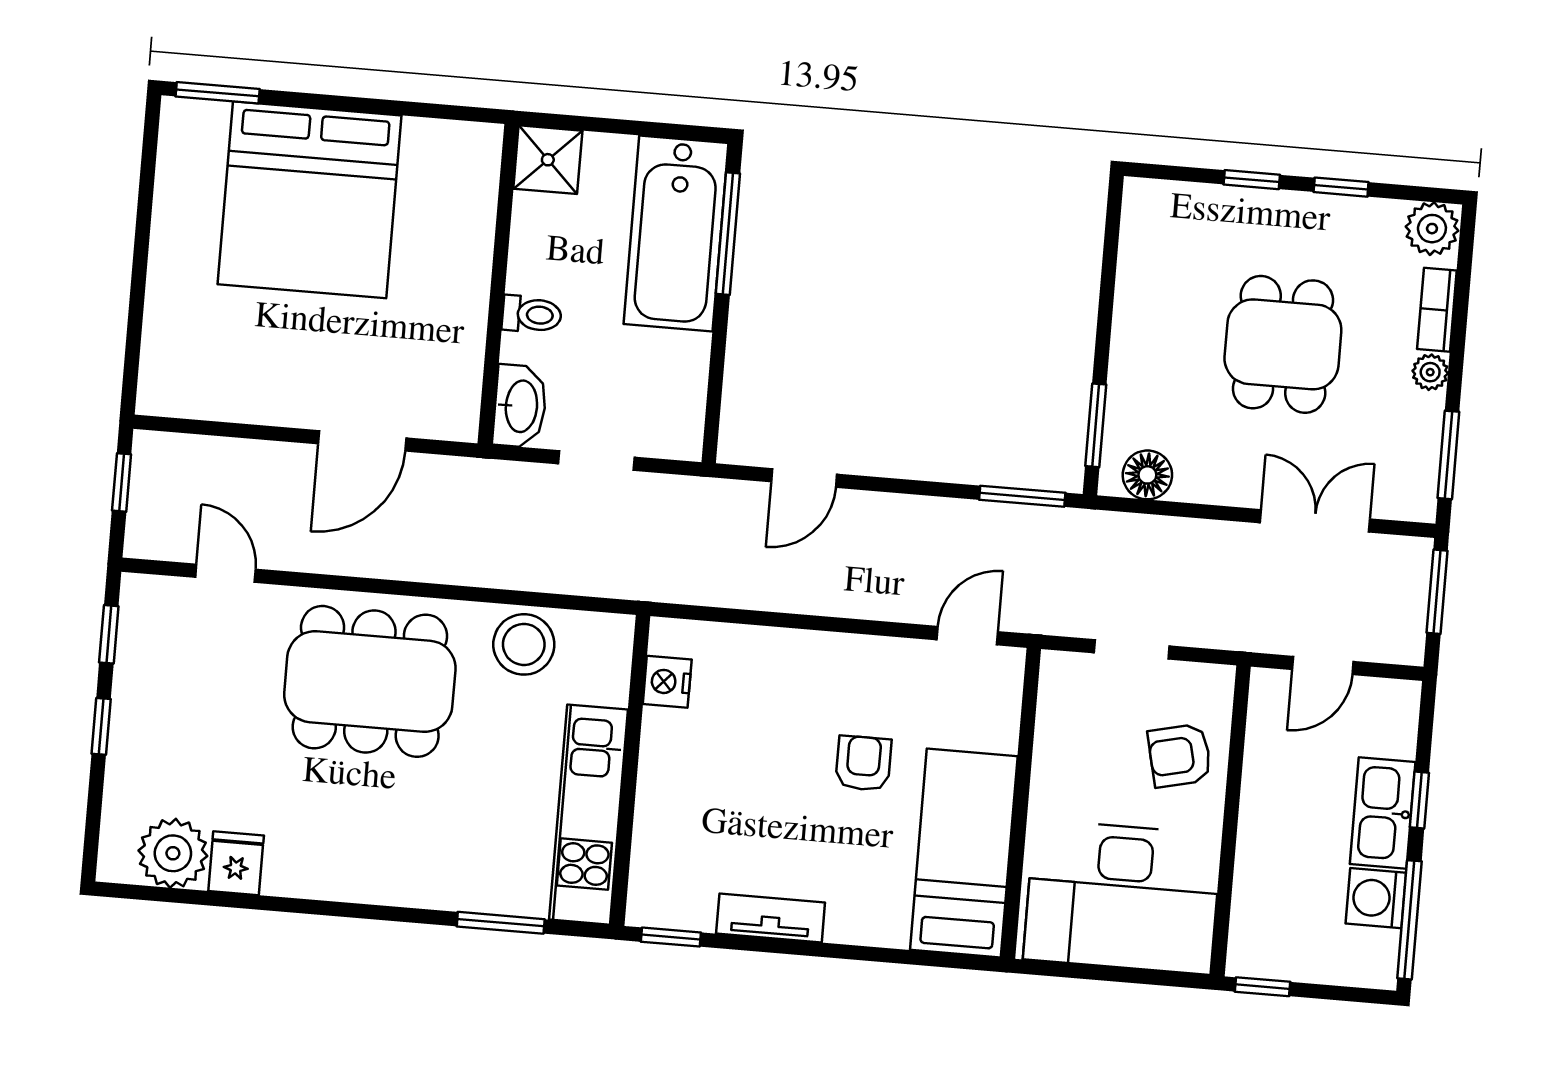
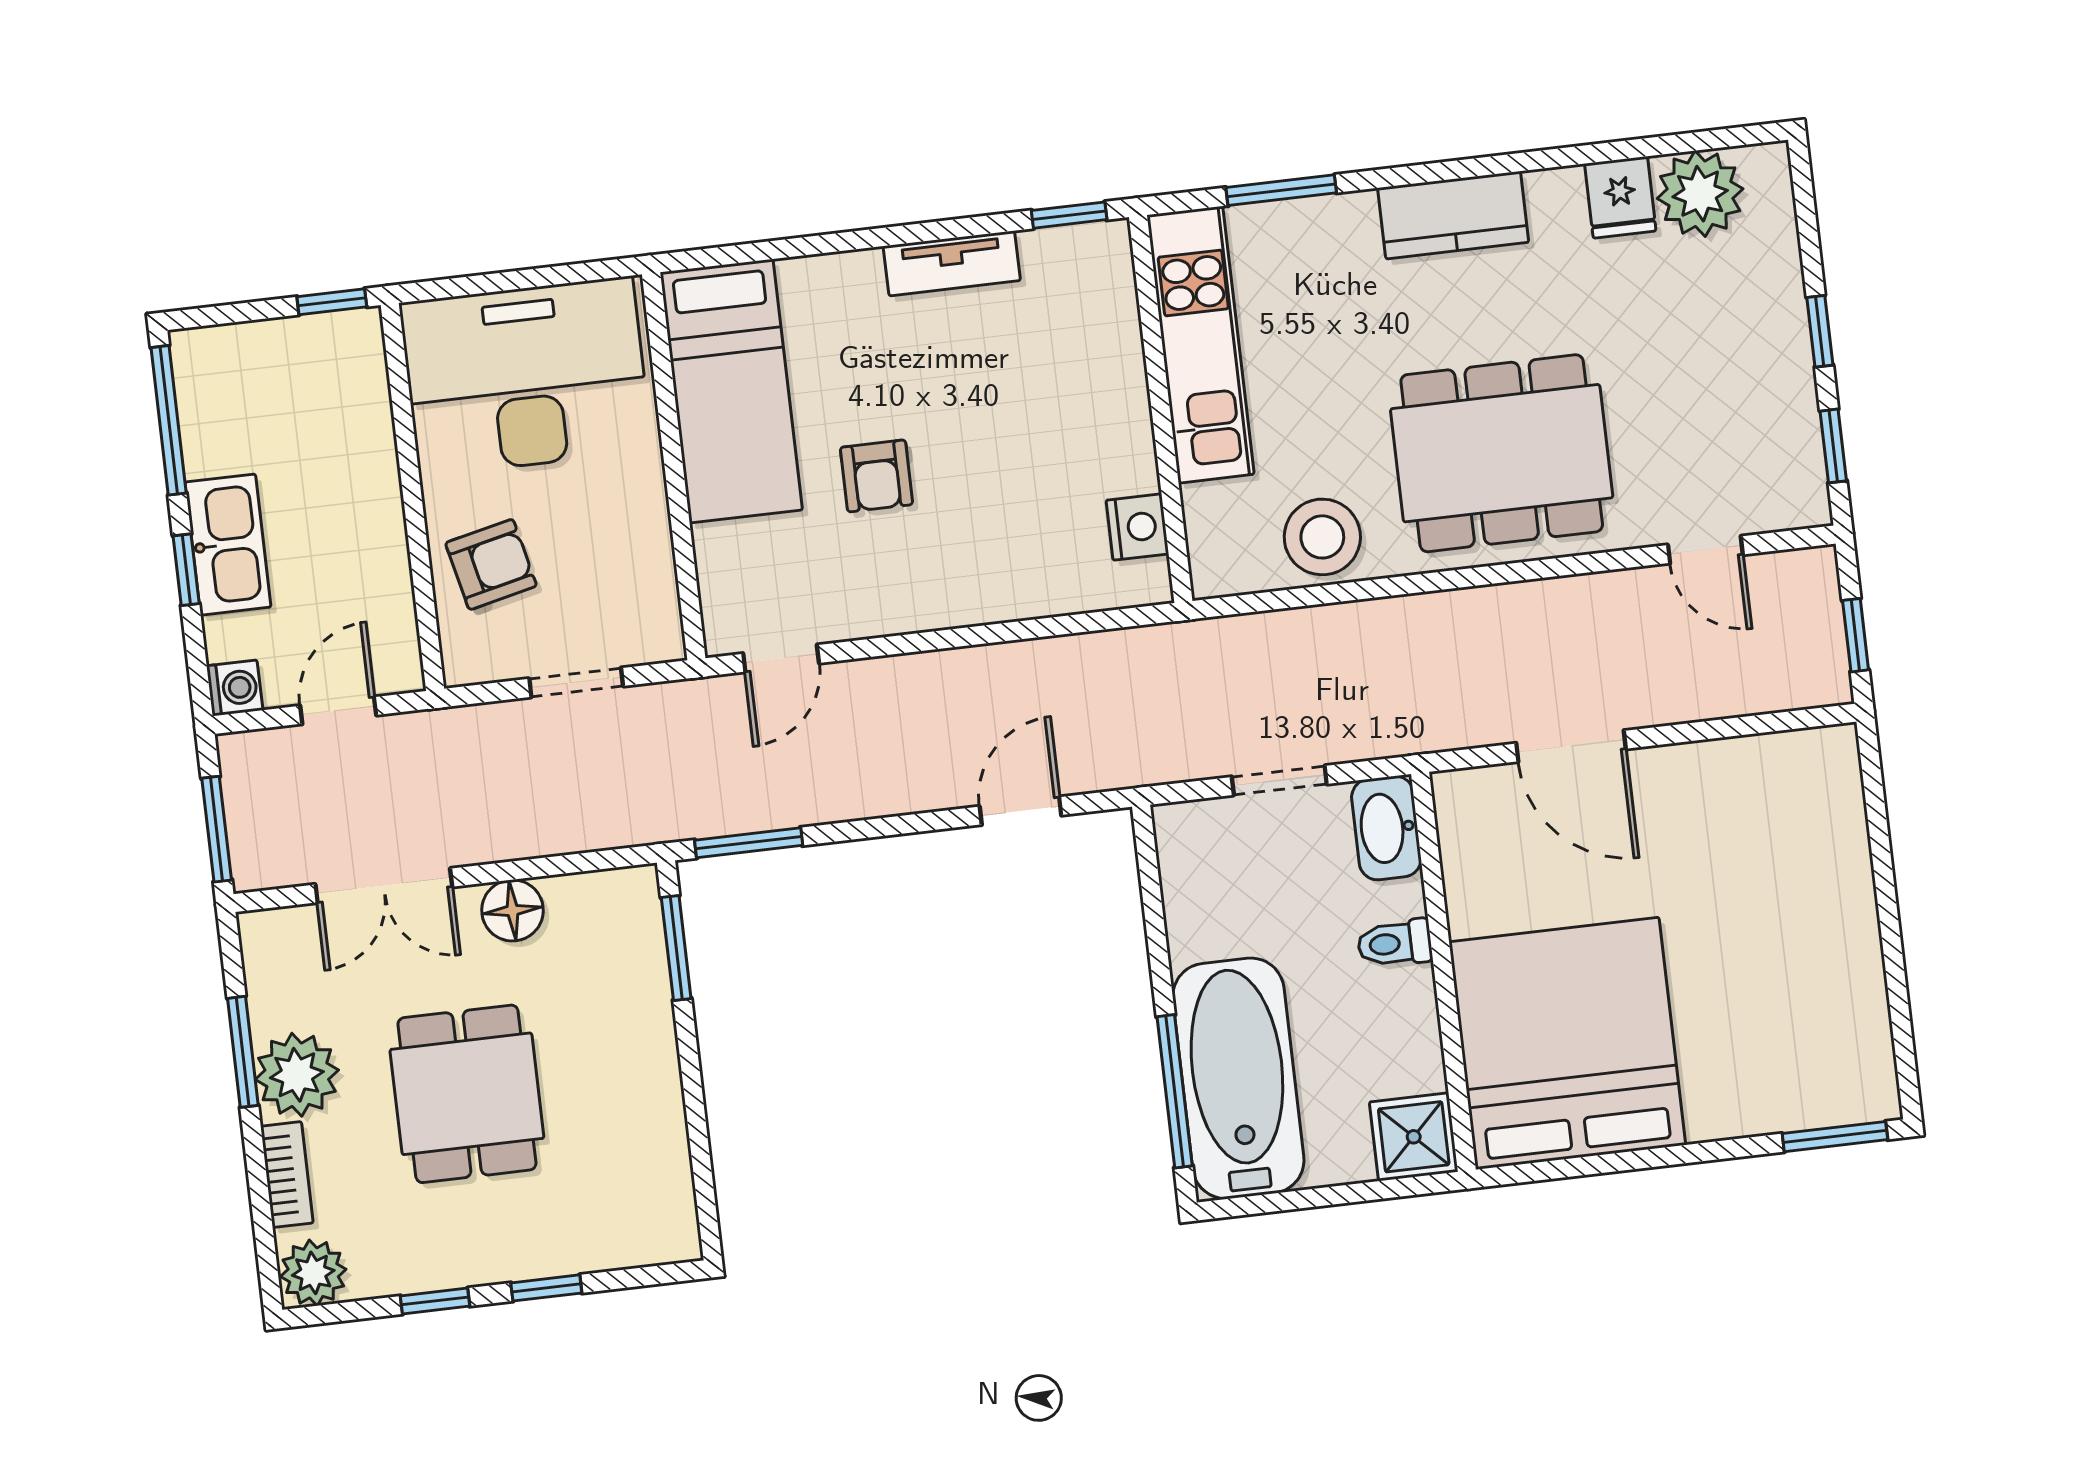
bed: (310, 200) -> (1567, 1043), moved
plant: (1430, 372) -> (297, 1075), width x1.88, depth x1.88
door: (362, 441) -> (1571, 746), swing flipped
window: (1448, 455) -> (243, 1052), moved
floor lamp: (1147, 475) -> (512, 910), moved
kitchen counter: (370, 876) -> (1453, 215), added
washing machine: (1376, 898) -> (235, 688), moved, width x0.73, depth x0.73

